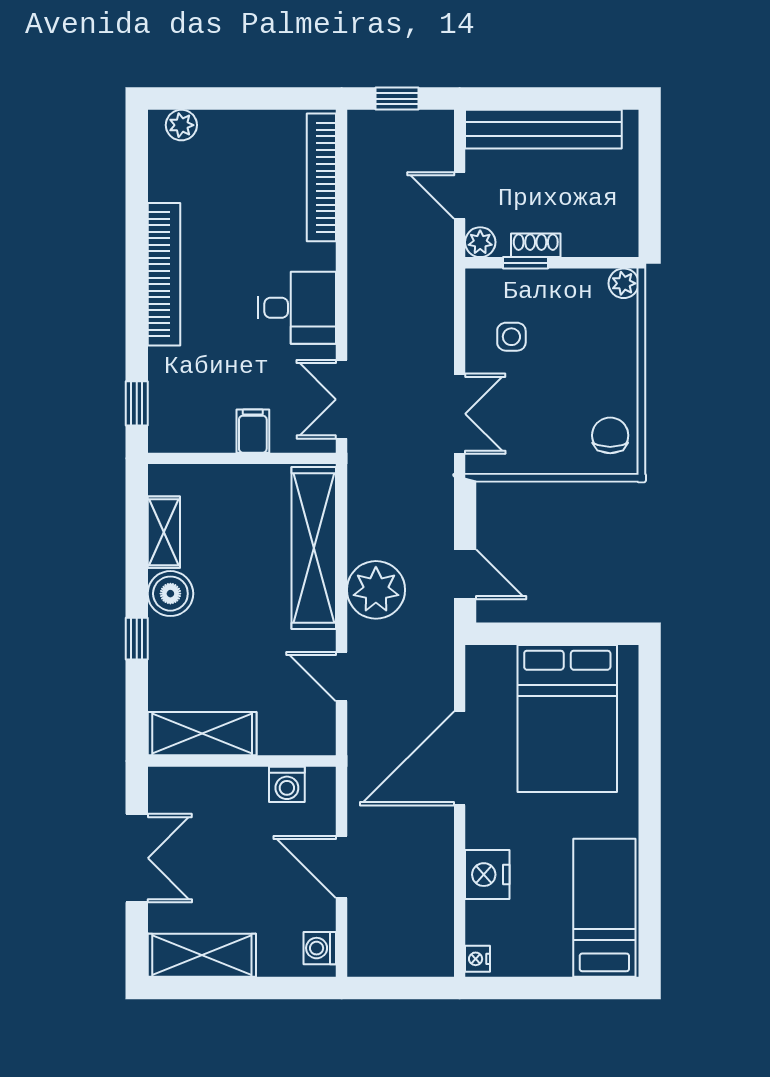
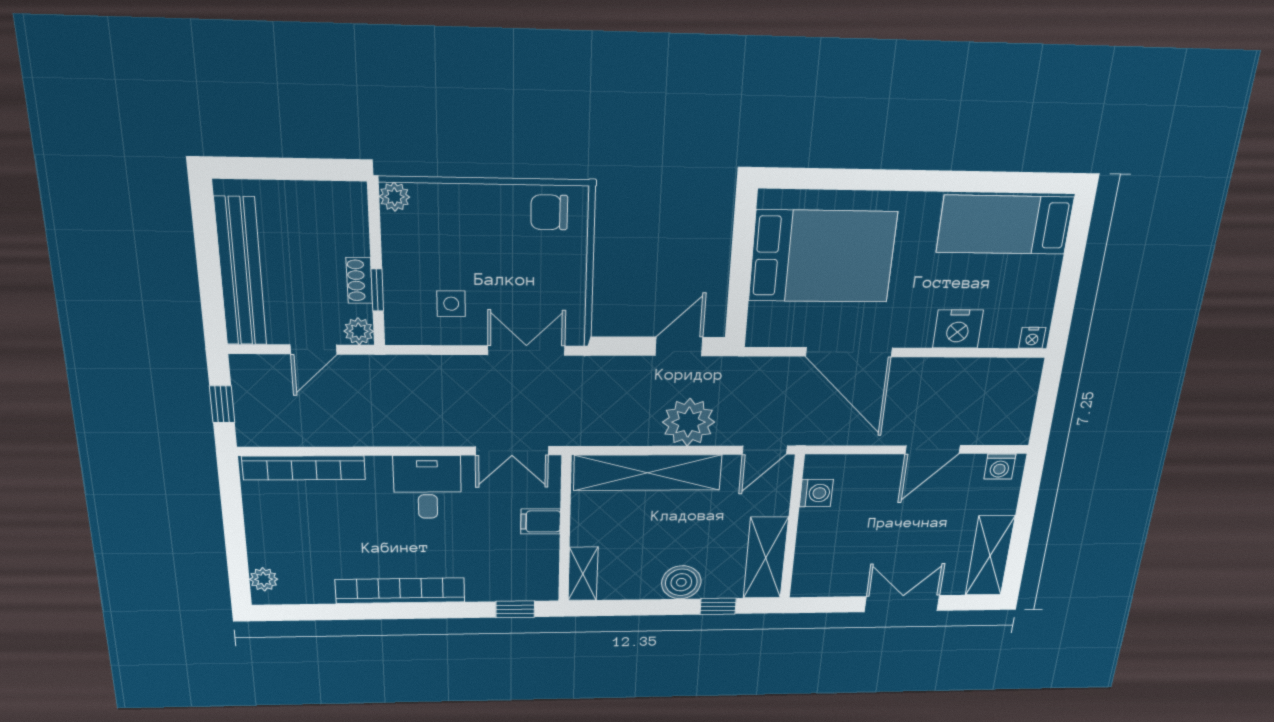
shelving: (164, 532) -> (583, 574), moved, turned 90
shelving: (202, 734) -> (766, 558), moved
wall: (242, 761) -> (792, 528), moved
washing machine: (287, 784) -> (816, 493), moved

